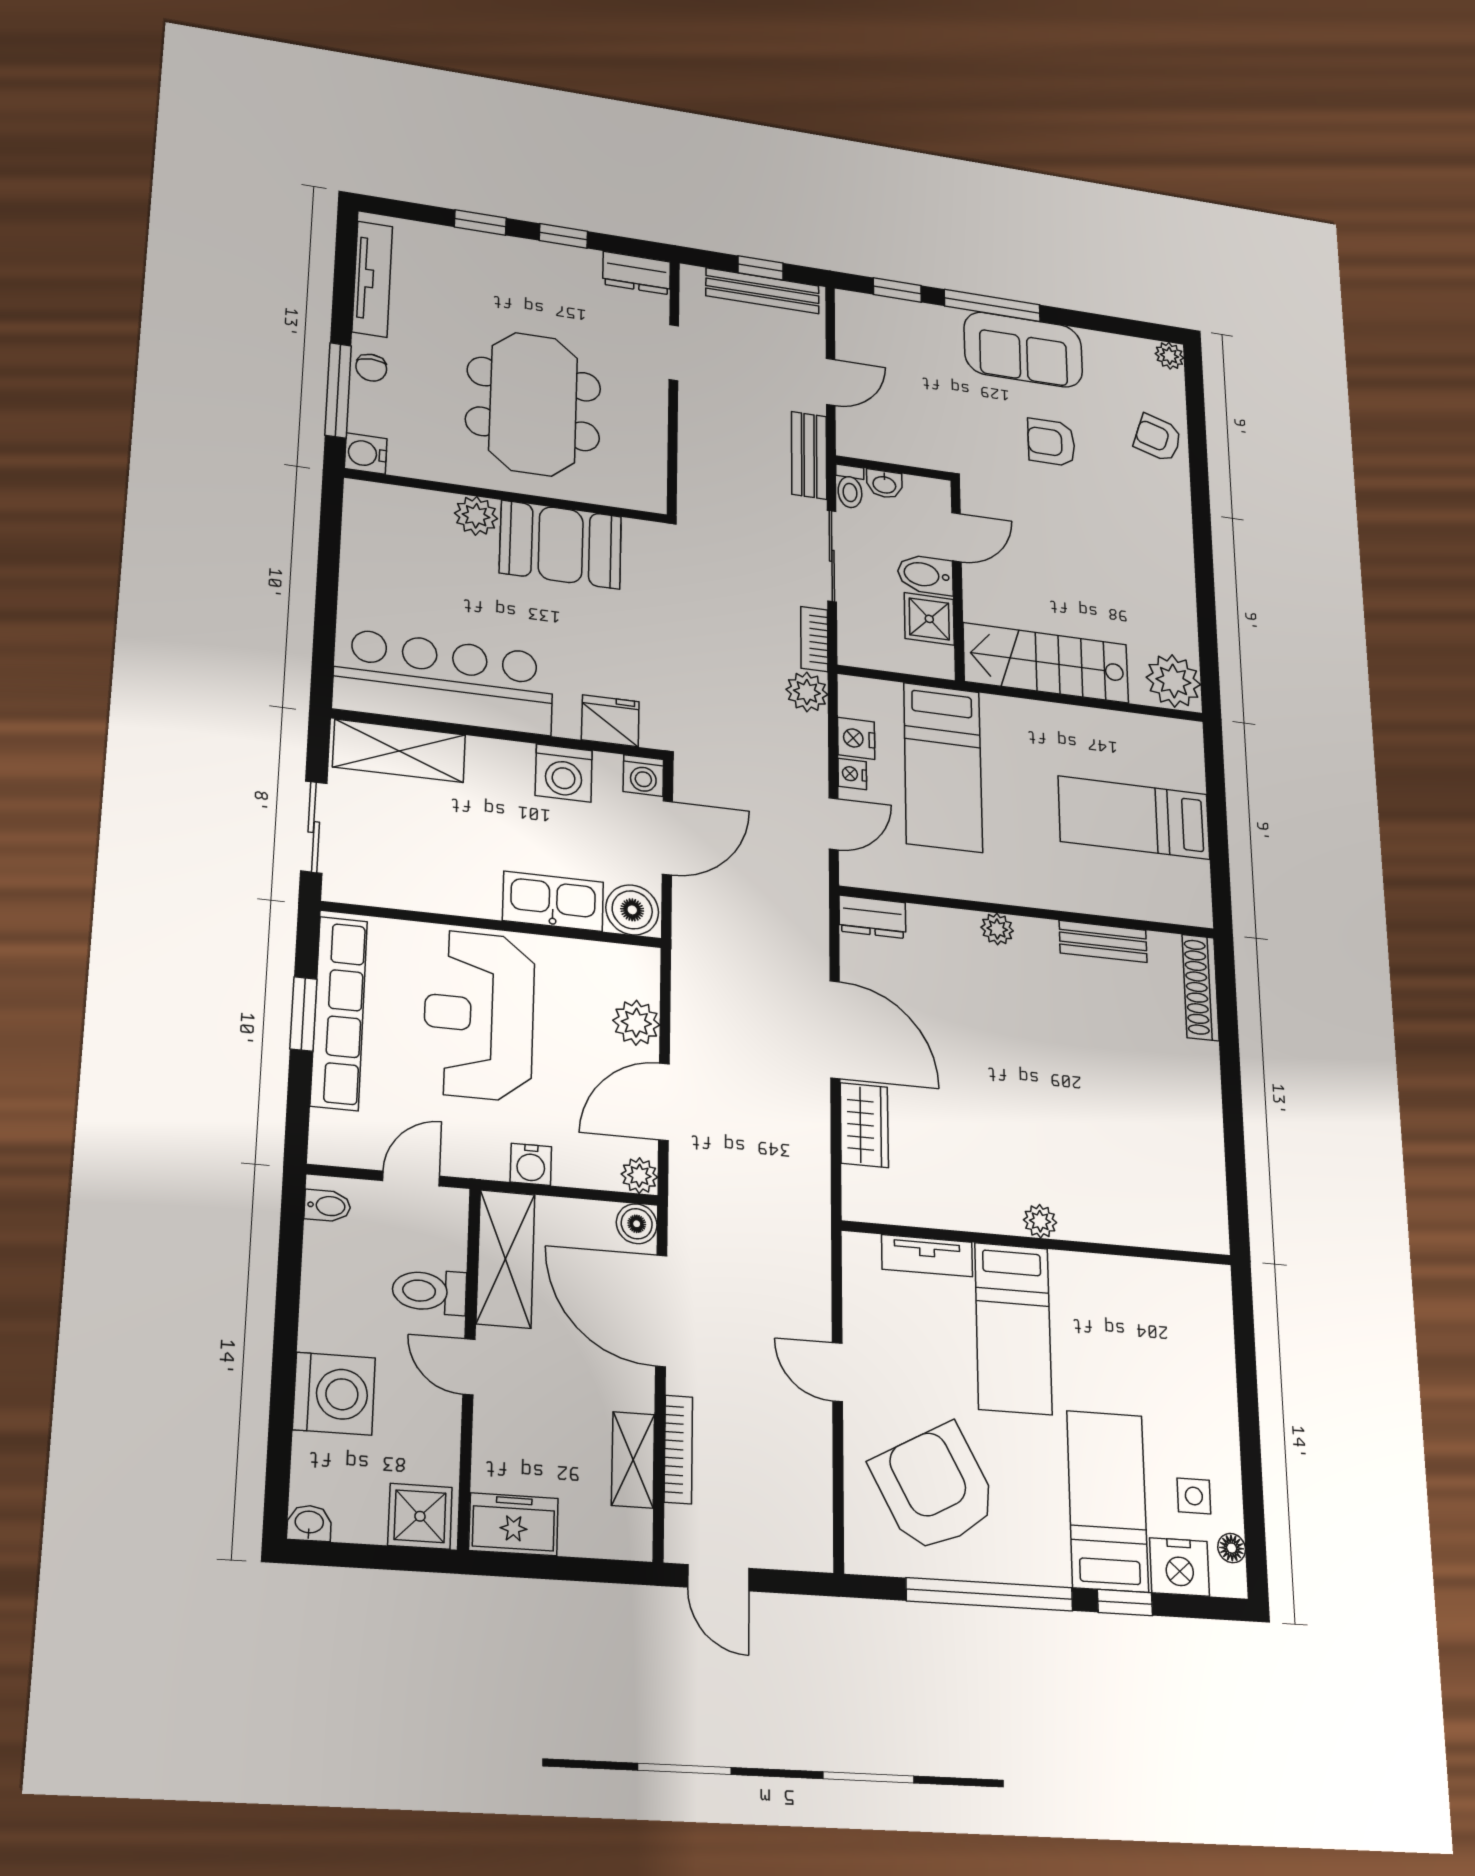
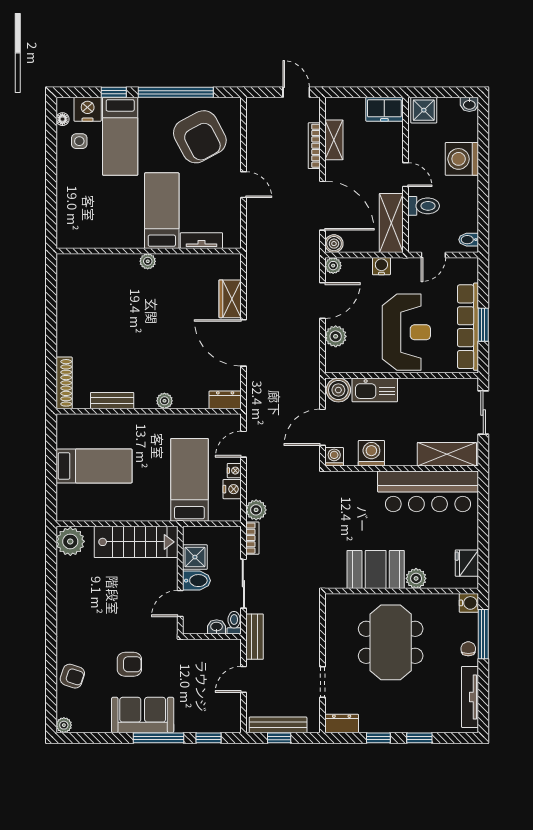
fridge: (610, 721) -> (467, 563), moved, turned 90

